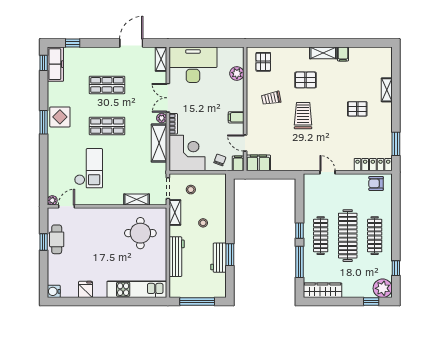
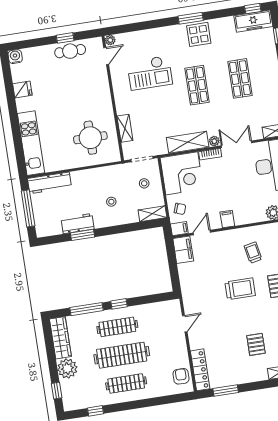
door: (67, 206) -> (106, 56), hinge flipped
shelving: (175, 212) -> (152, 214), moved
workbench: (177, 257) -> (50, 183), moved
plant: (383, 288) -> (67, 368), moved

